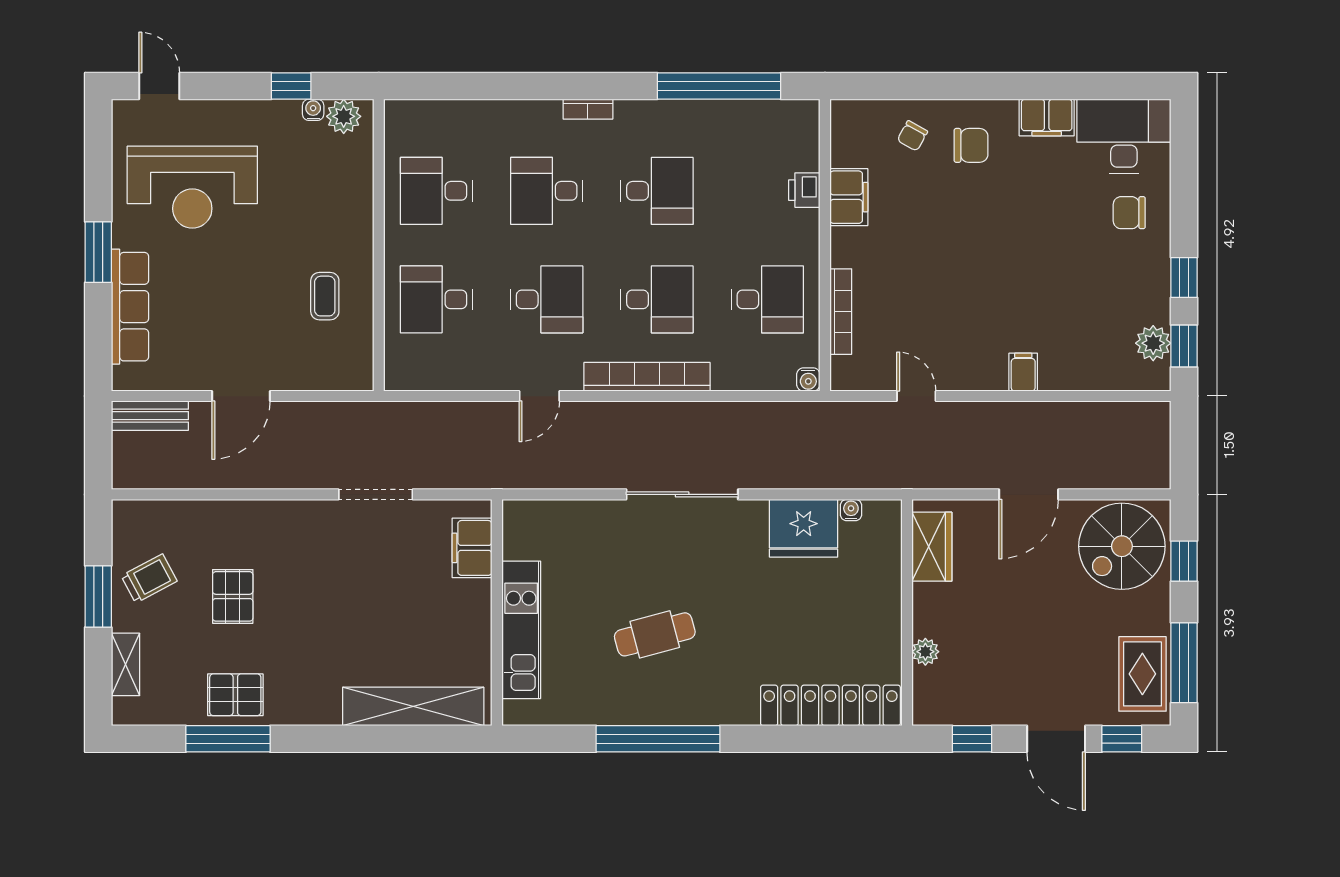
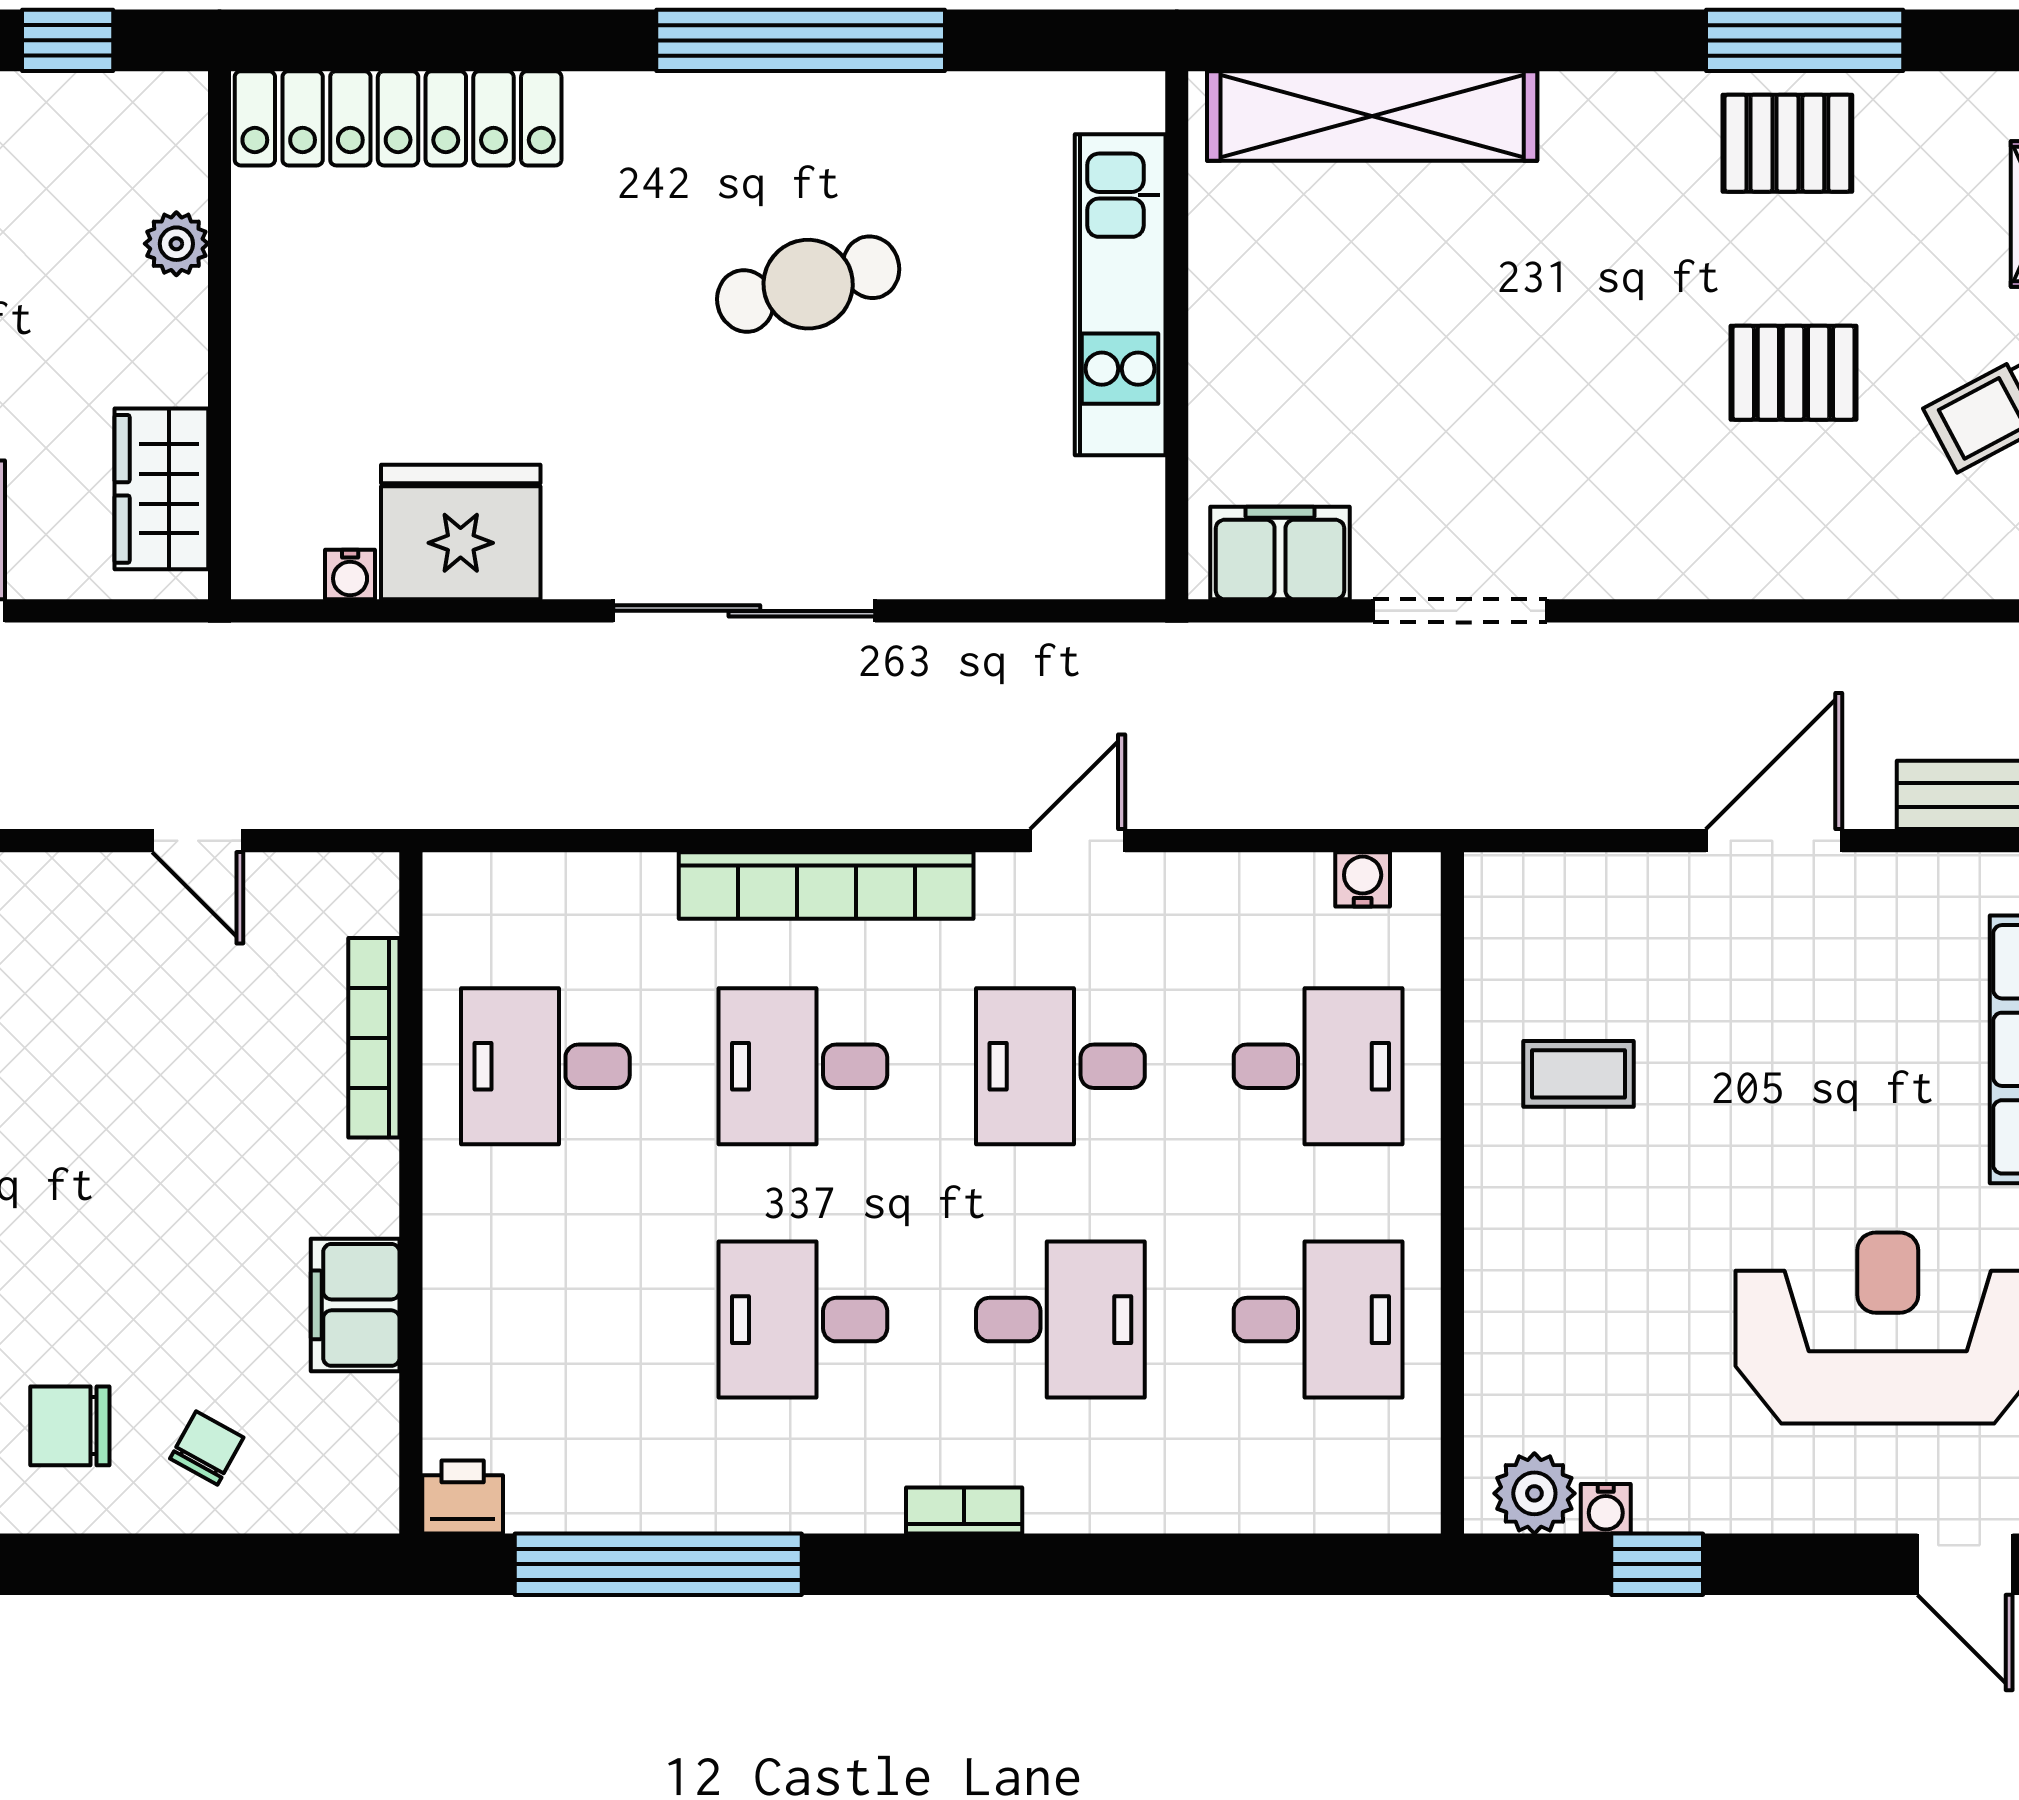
printer: (804, 190) -> (463, 1497), moved, turned -90
coffee table: (325, 296) -> (1578, 1074), turned 90
water cooler: (808, 379) -> (1363, 879), moved
filing cabinet: (472, 548) -> (1280, 553), moved, turned -90
pallet: (233, 596) -> (1793, 373), turned 90

